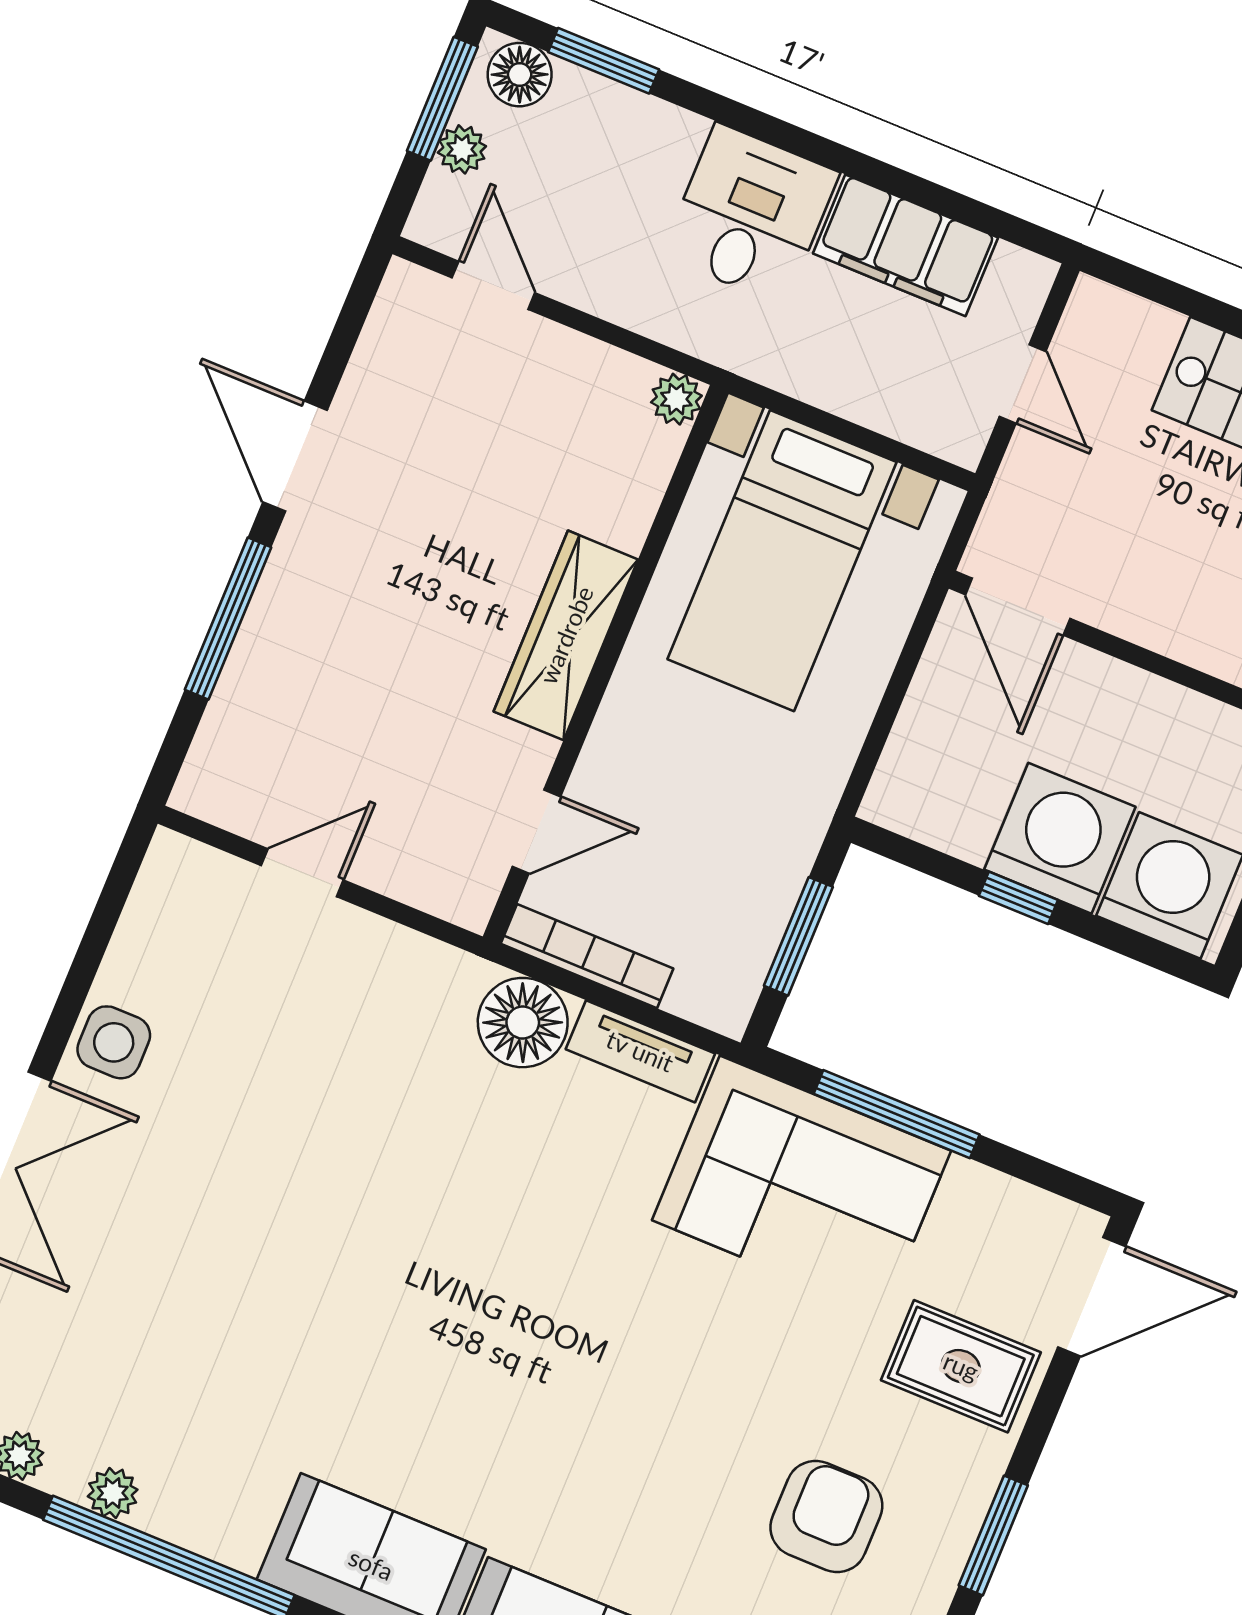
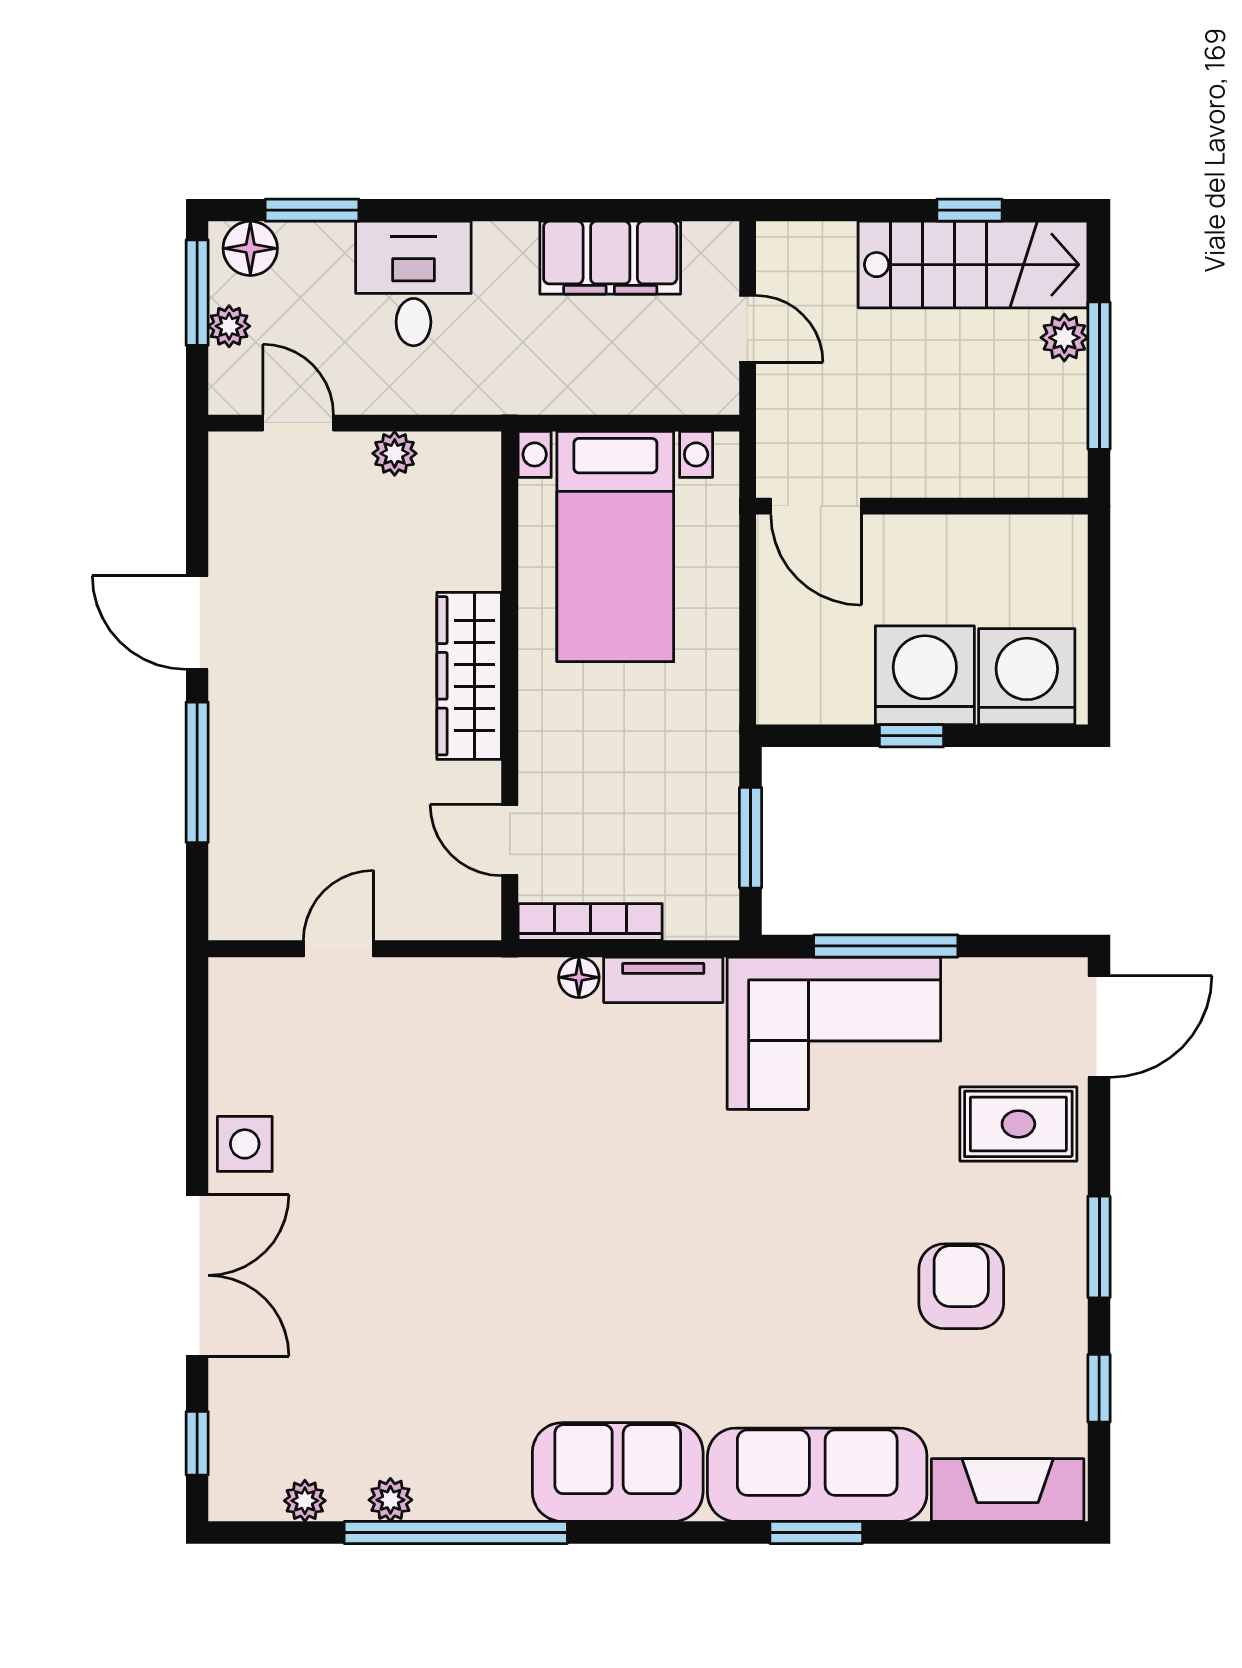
desk: (750, 214) -> (413, 283), moved
plant: (676, 399) -> (395, 453), moved
door: (537, 831) -> (510, 840), swing flipped
floor lamp: (523, 1023) -> (579, 977), width x0.53, depth x0.53

